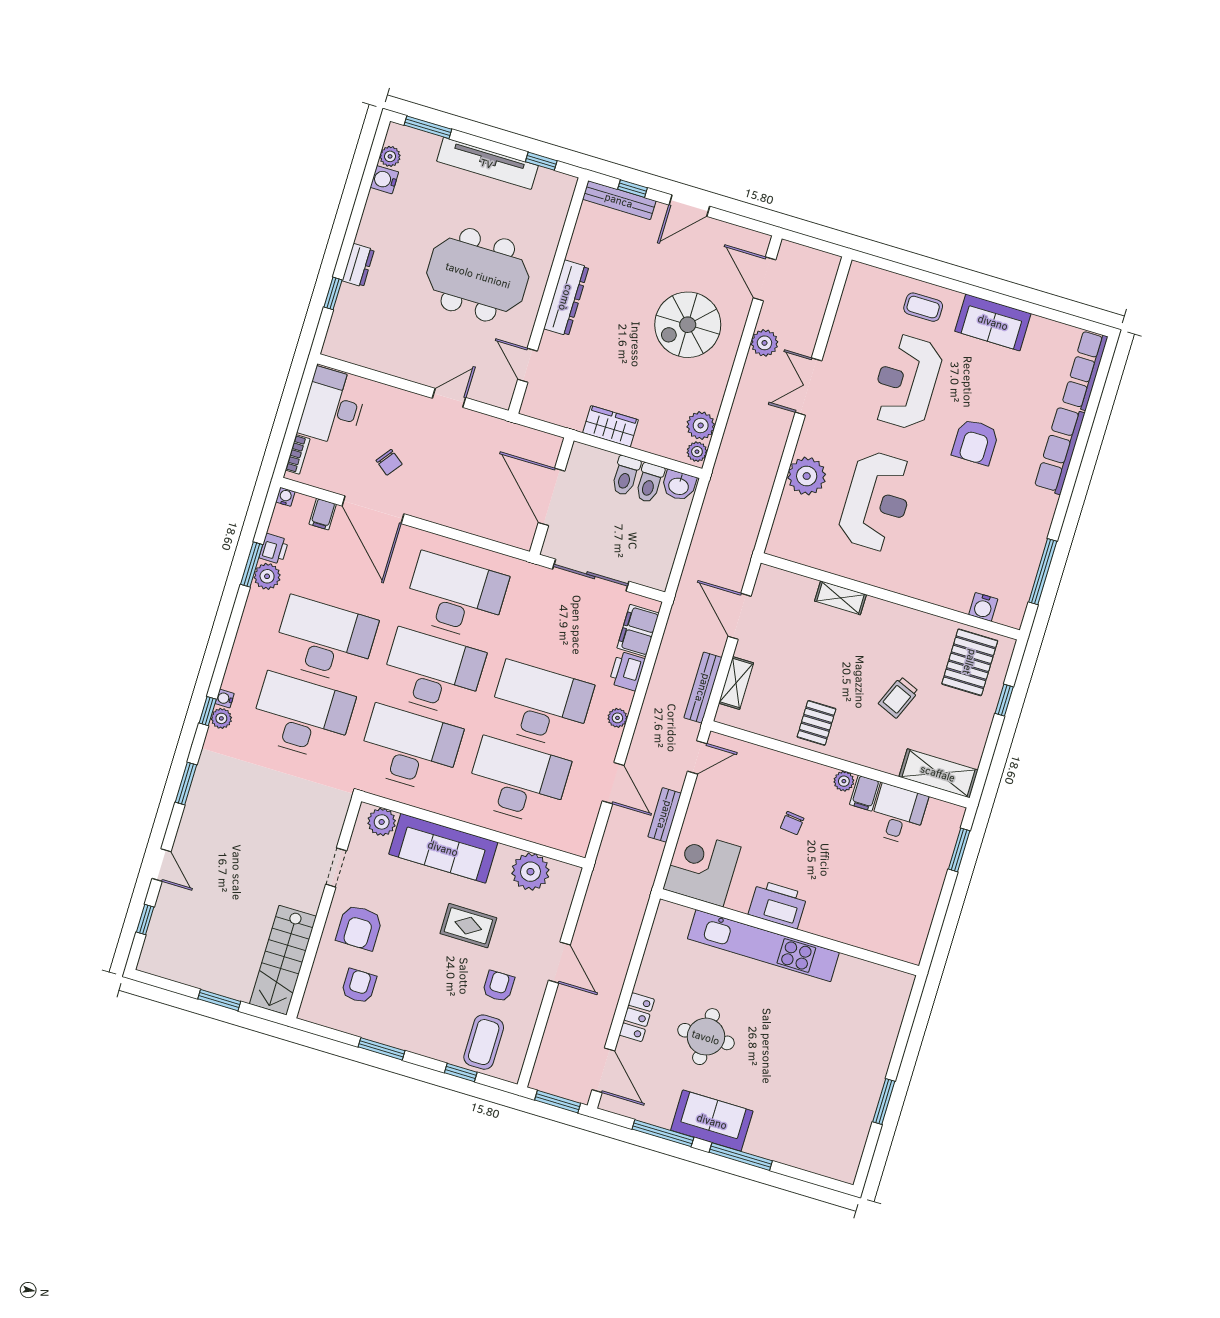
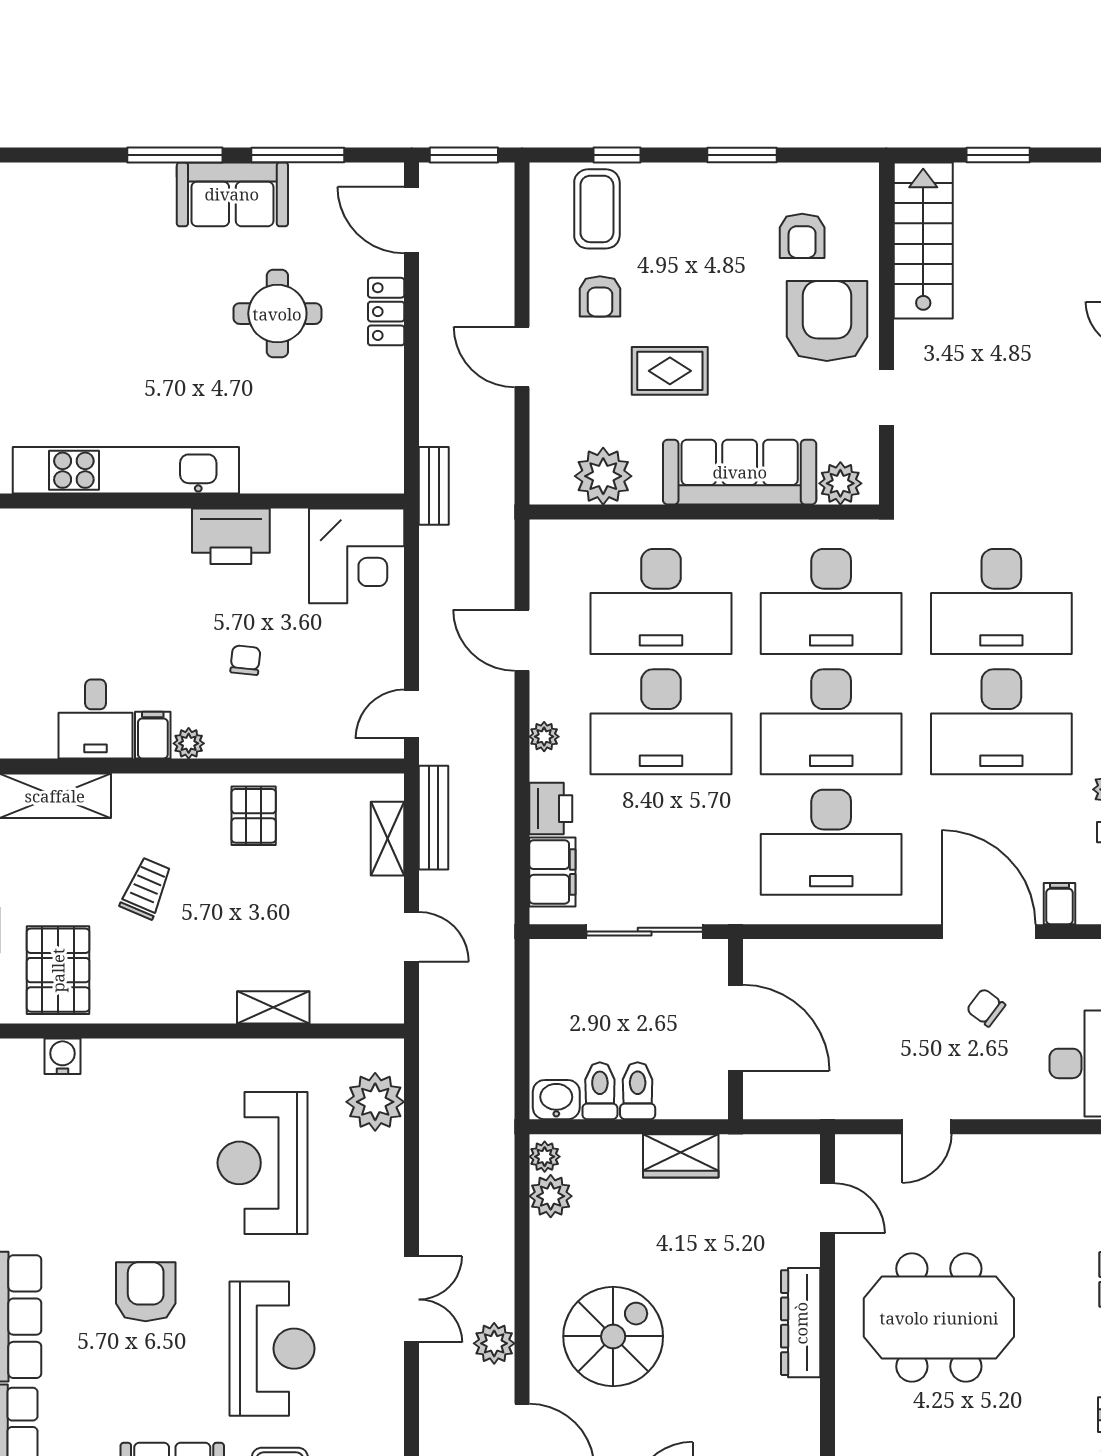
plant: (807, 476) -> (375, 1102), moved
door: (739, 616) -> (412, 937), width x0.73
bench: (665, 815) -> (434, 486), moved
armchair: (359, 927) -> (827, 321), width x1.36, depth x1.36
kitchen unit: (763, 946) -> (126, 470), moved

